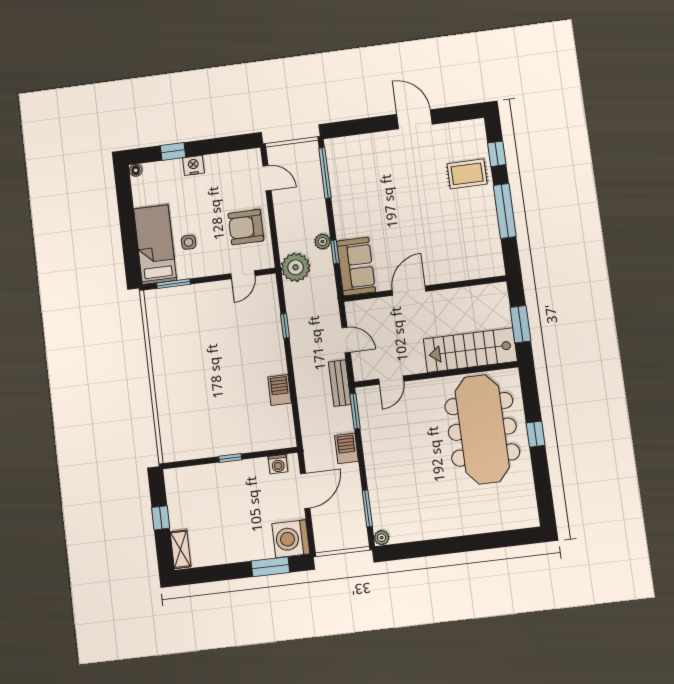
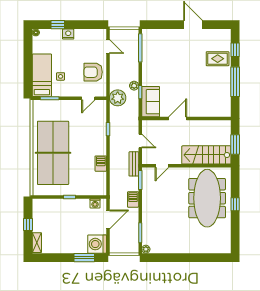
table tennis table: (191, 381) -> (53, 153), added

